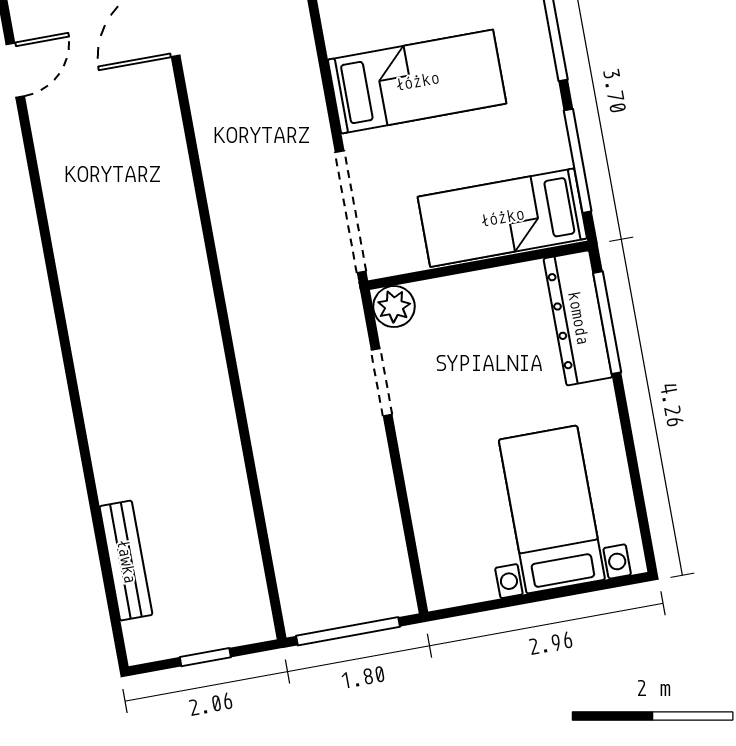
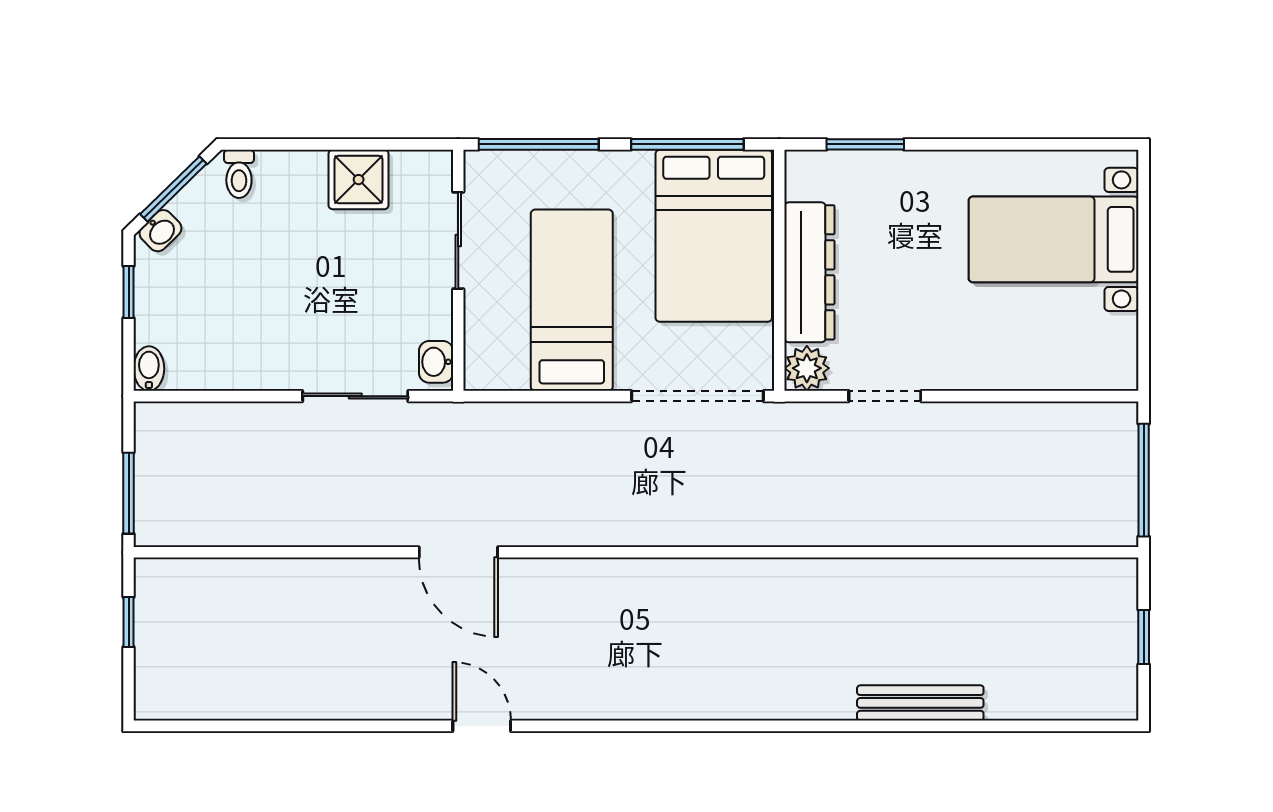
bed: (502, 218) -> (714, 236), width x1.50
dresser: (578, 318) -> (809, 272), moved, turned -90
window: (607, 323) -> (865, 144), width x0.69
bench: (126, 561) -> (920, 703), moved

